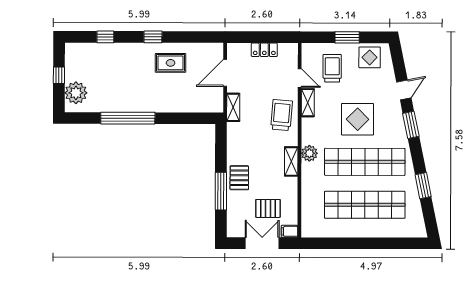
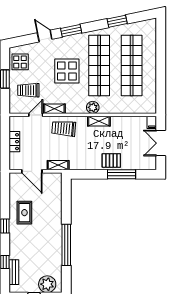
bench: (92, 49) -> (14, 272), added
pallet: (268, 208) -> (134, 139), removed

